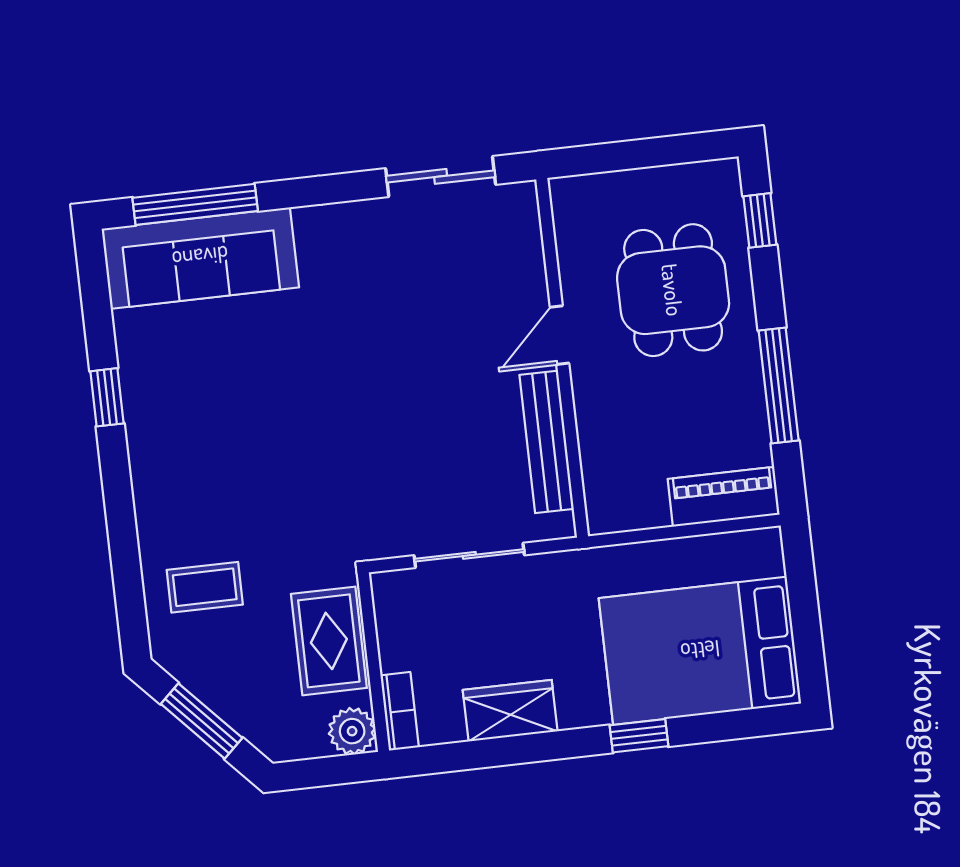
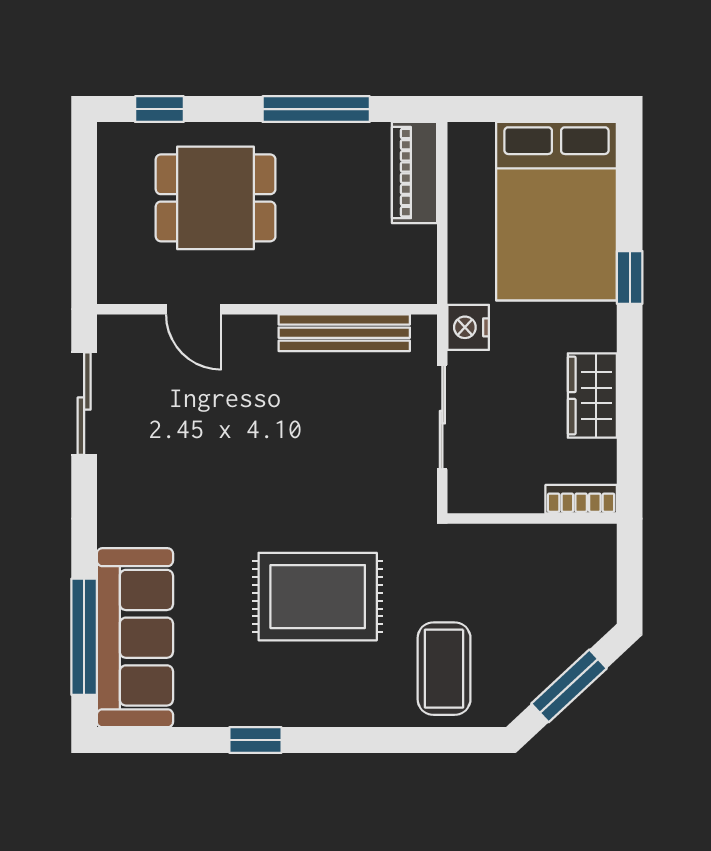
door: (560, 335) -> (194, 309), moved
nightstand: (567, 572) -> (468, 327), added
coffee table: (205, 587) -> (444, 669), width x1.36, depth x1.30
rug: (329, 641) -> (318, 597), moved, width x1.36, depth x1.43
plant: (352, 731) -> (595, 546), removed

